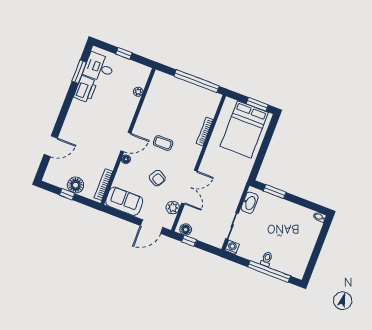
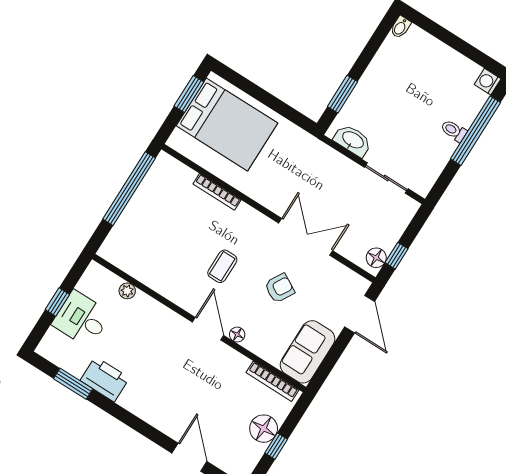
desk: (99, 67) -> (81, 319), moved, turned 90
plant: (173, 208) -> (335, 272), removed
washing machine: (232, 247) -> (488, 82), moved

